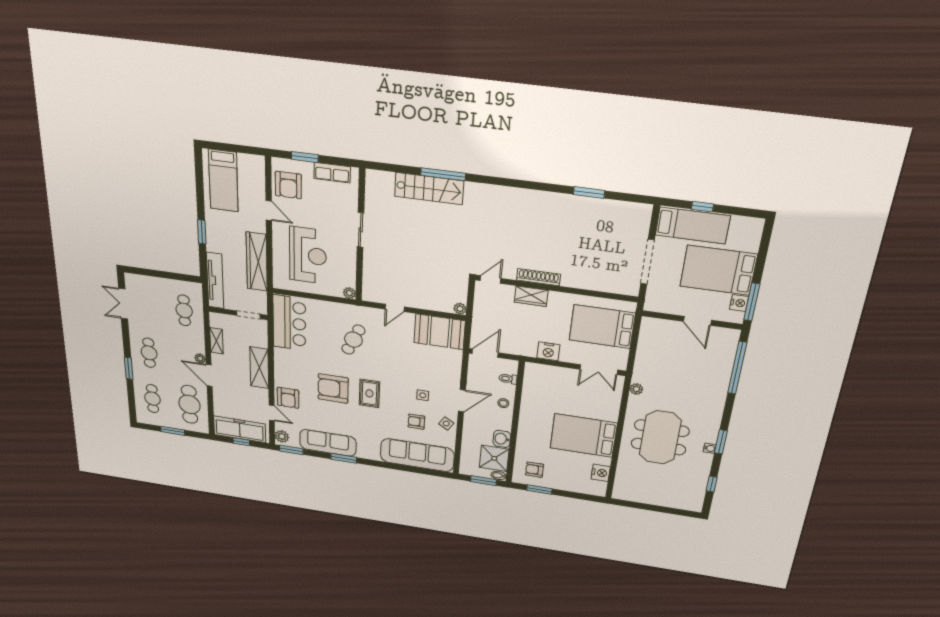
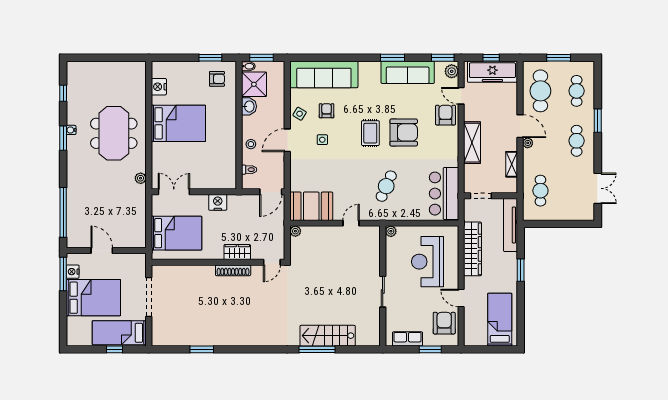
armchair: (416, 422) -> (327, 111), turned -90

